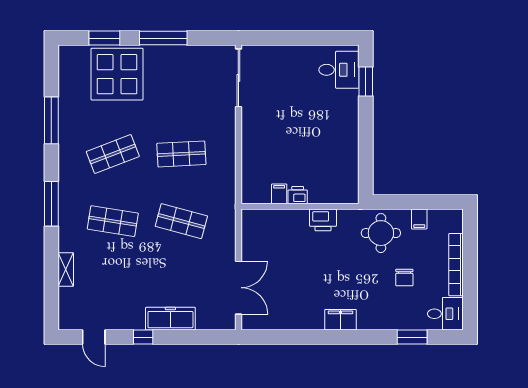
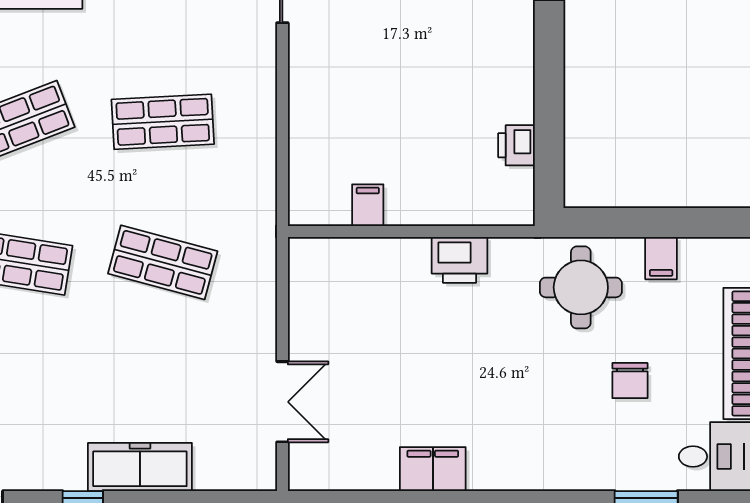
printer: (298, 195) -> (517, 145), moved, turned -90
double door: (238, 288) -> (282, 402), width x0.73
filing cabinet: (340, 320) -> (433, 469), moved

